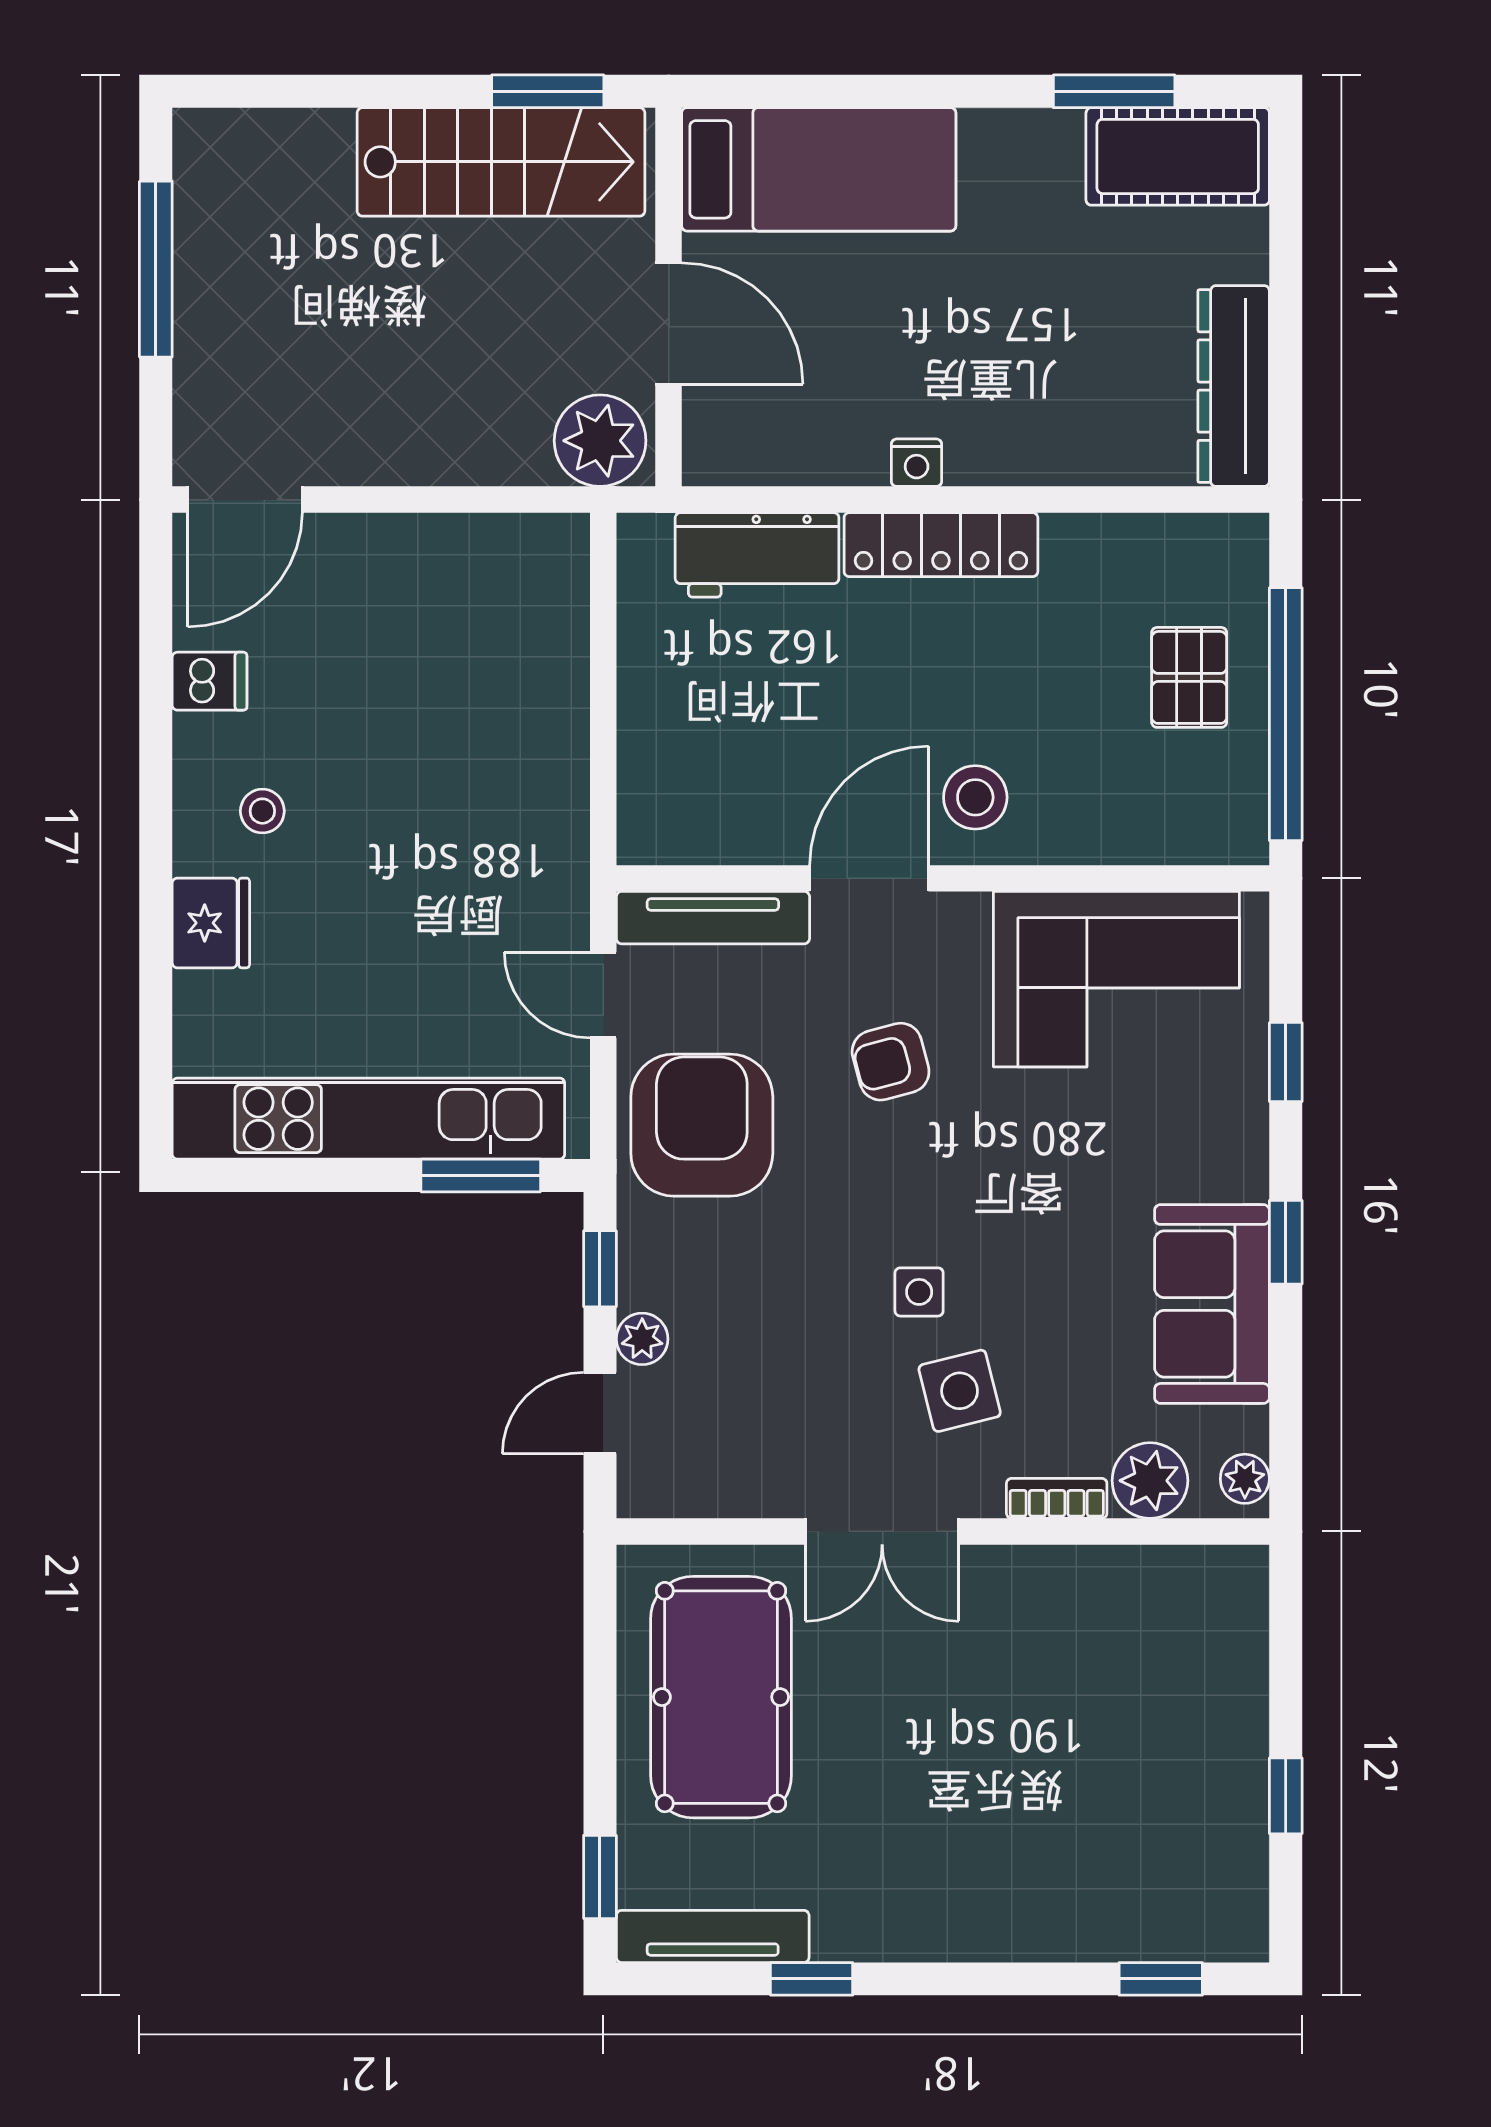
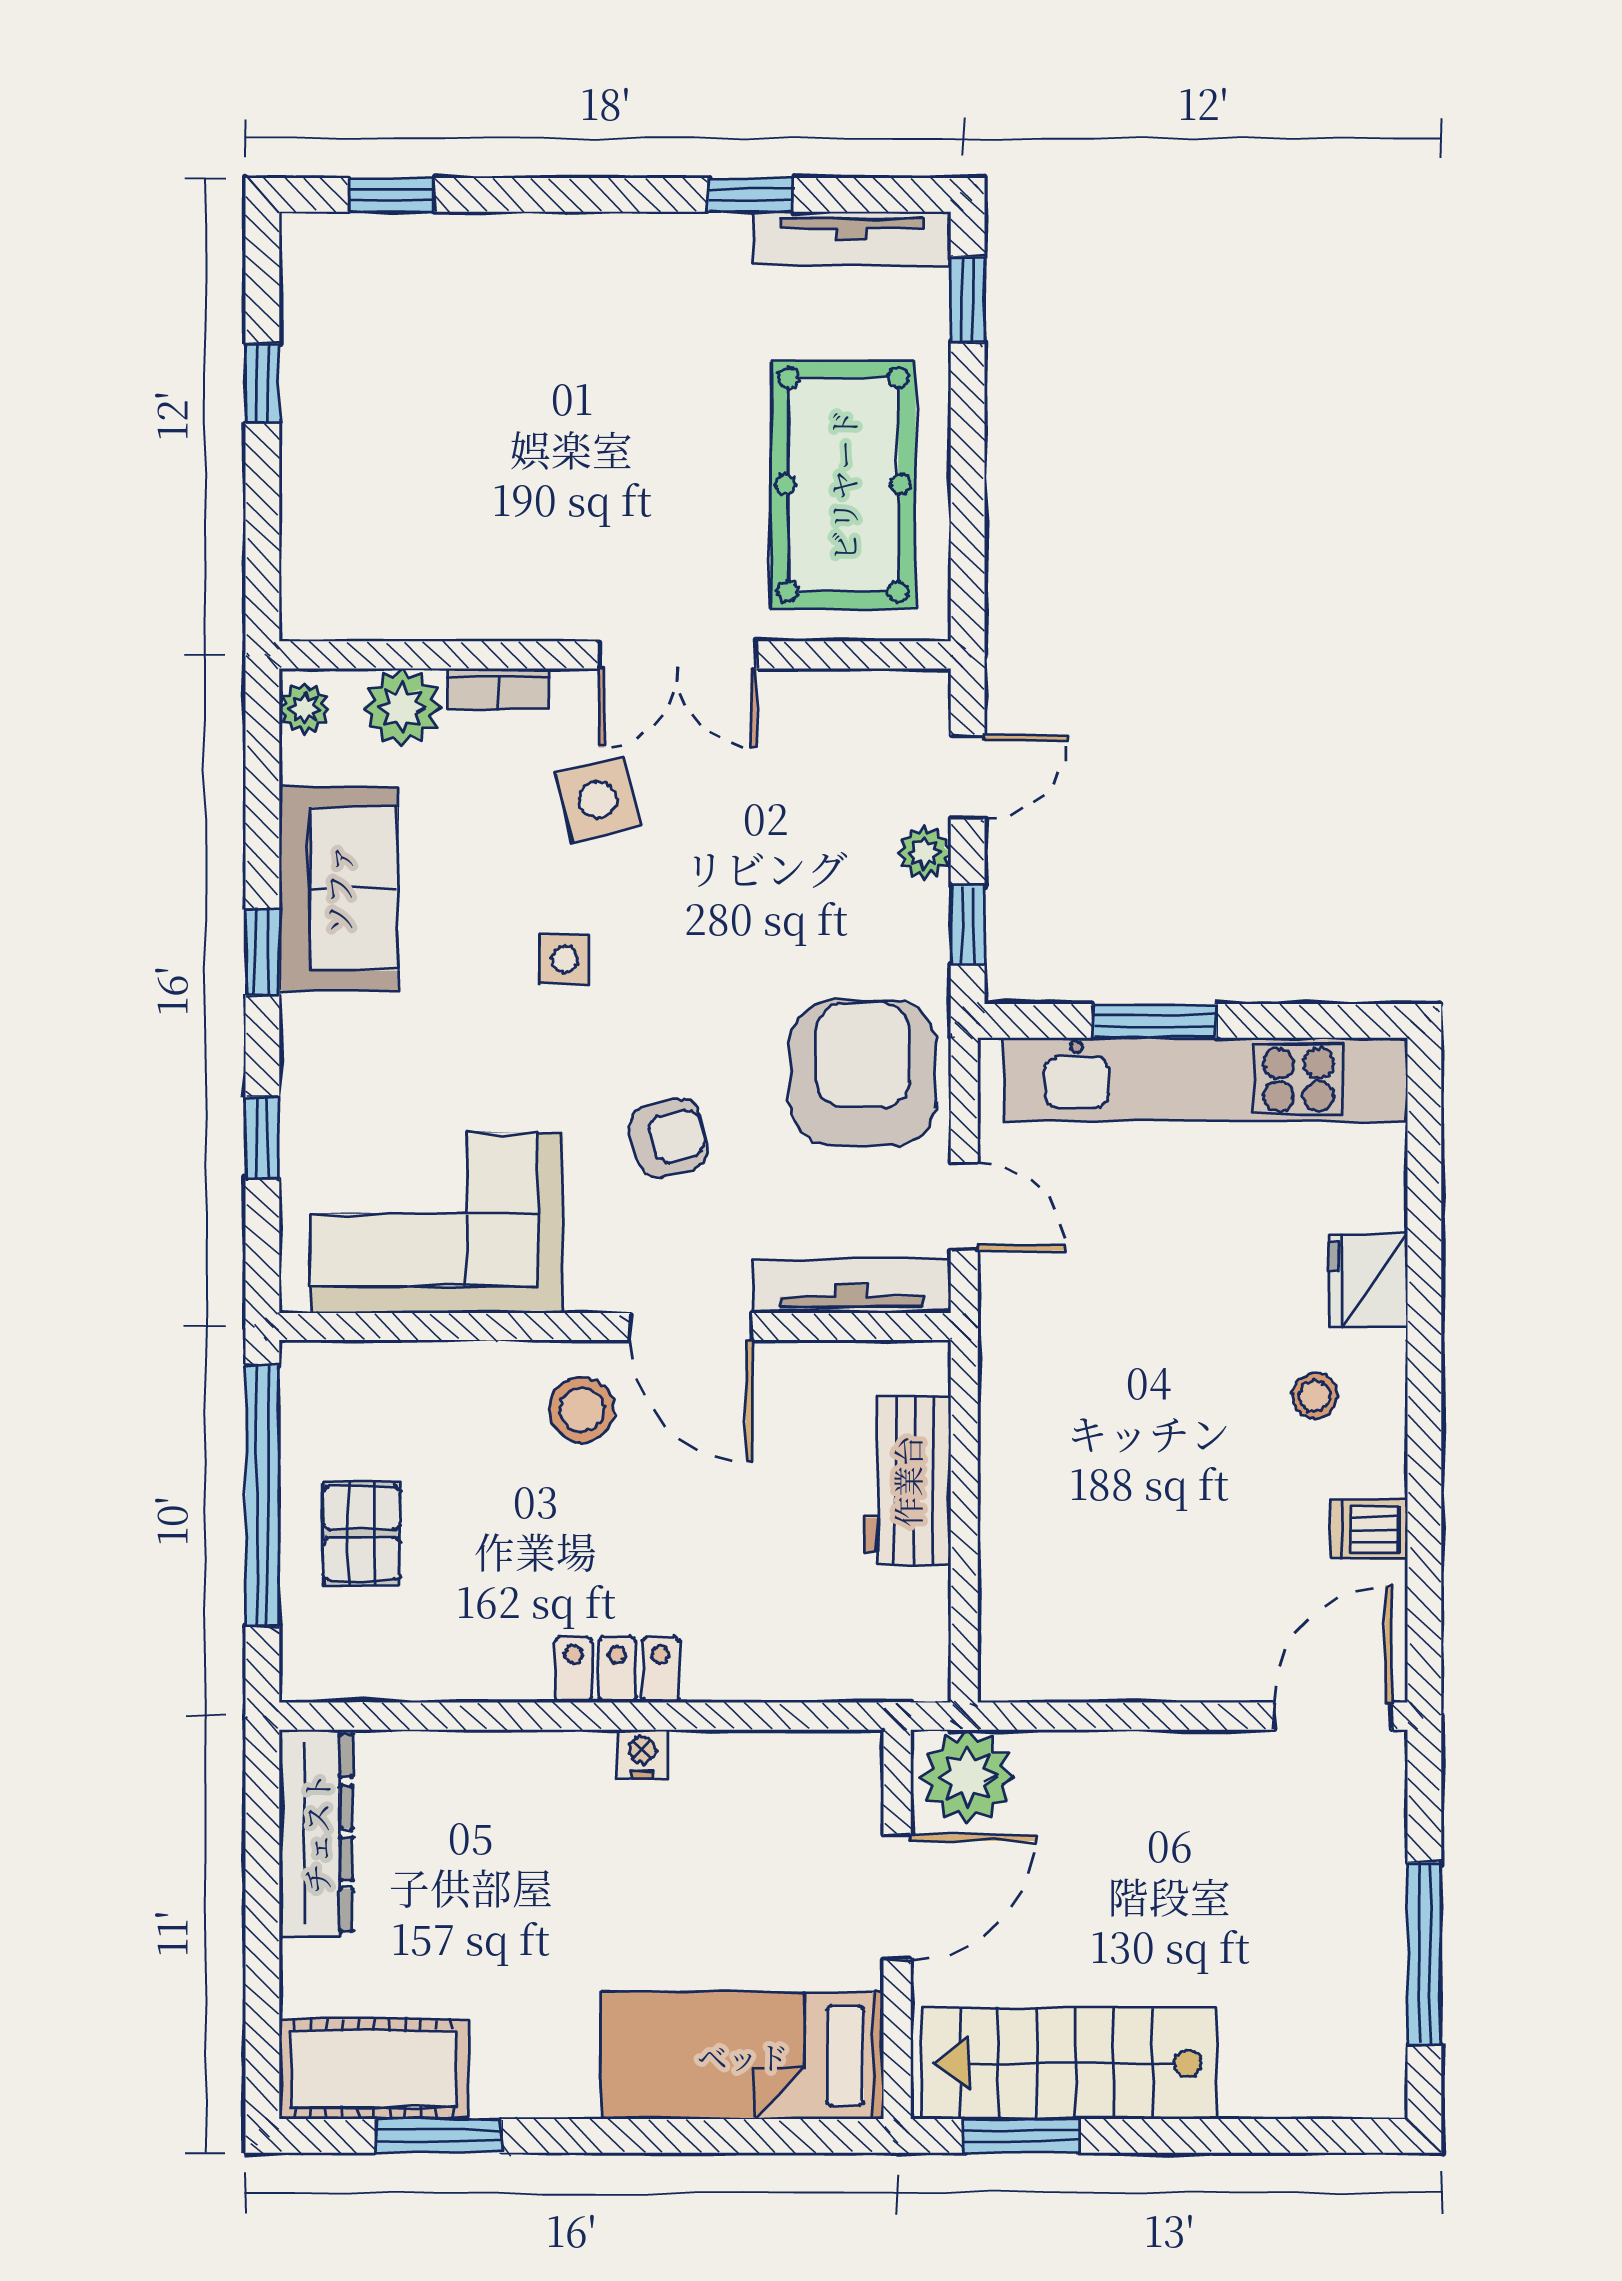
door: (669, 323) -> (897, 1897), swing flipped
locker: (941, 545) -> (617, 1670), width x0.66
workbench: (757, 555) -> (907, 1481), moved, turned -90
door: (869, 878) -> (691, 1327), hinge flipped
armchair: (702, 1125) -> (863, 1073), turned 180
window: (481, 1176) -> (1155, 1021), moved
side table: (919, 1292) -> (565, 959), moved
double door: (882, 1531) -> (677, 655), swing flipped

